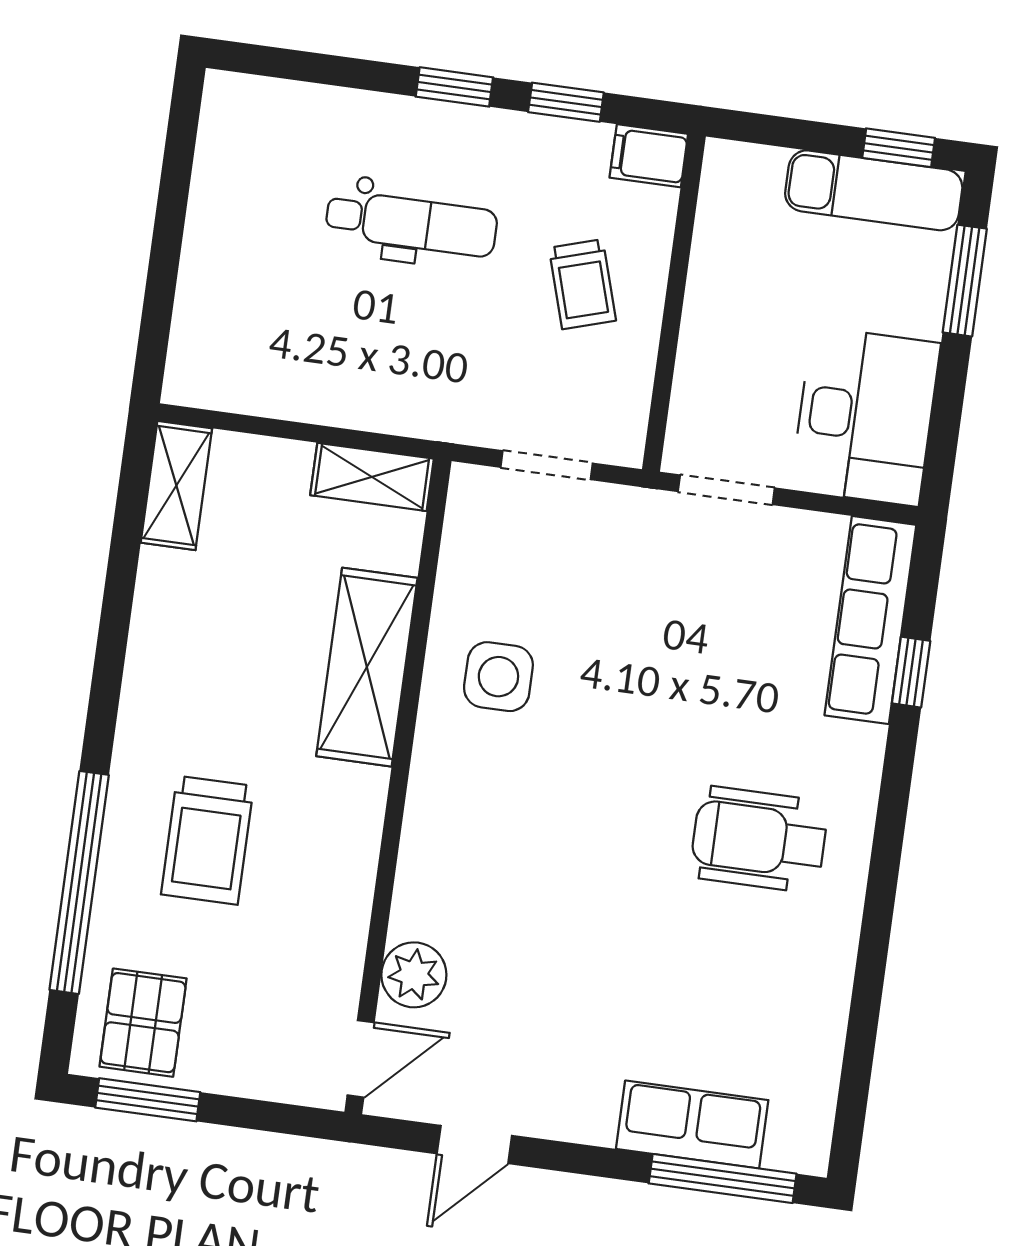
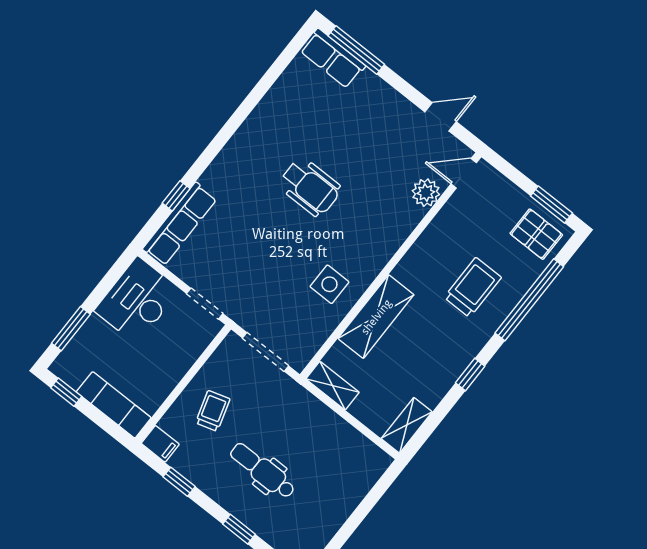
window: (454, 87) -> (239, 529), moved
exam couch: (874, 190) -> (114, 405), moved
doorway: (547, 465) -> (266, 352), width x1.38
window: (109, 662) -> (470, 375), added
wheelchair: (759, 839) -> (310, 187), moved
pallet: (143, 1023) -> (536, 234), turned 90
row of seats: (692, 1125) -> (333, 58), moved

